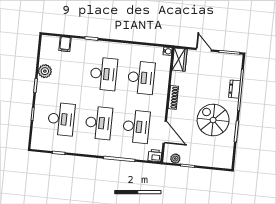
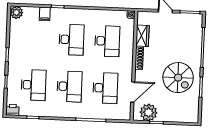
filing cabinet: (65, 44) -> (45, 14), moved
wardrobe: (180, 60) -> (142, 36), moved
plant: (45, 71) -> (16, 12), moved
dresser: (234, 89) -> (197, 47), removed
spiral stairs: (213, 120) -> (178, 78), turned 180
door: (165, 132) -> (133, 92), hinge flipped
printer: (155, 155) -> (13, 110), moved
plant: (175, 159) -> (149, 112), width x1.88, depth x1.88

